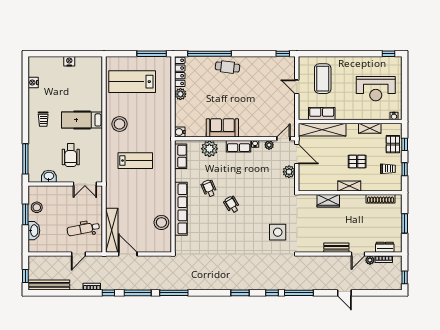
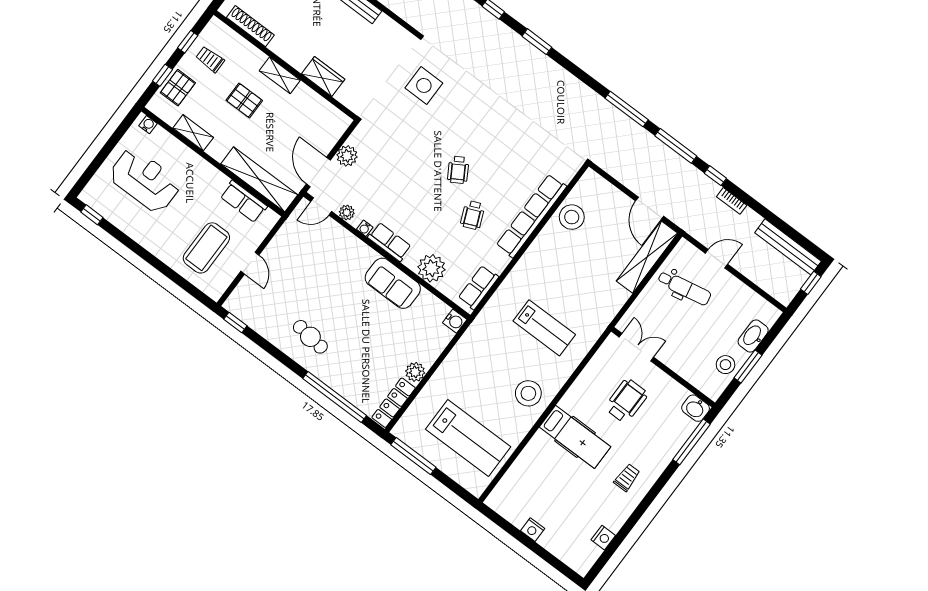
cafe table: (228, 67) -> (310, 337), moved
lab bench: (135, 161) -> (544, 328), turned 180
washbasin: (49, 176) -> (696, 408), moved

